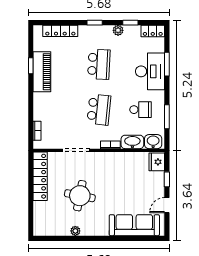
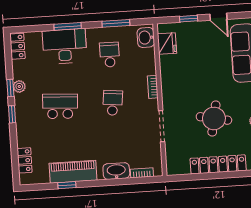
window: (130, 23) -> (10, 88), moved
locker: (60, 31) -> (25, 160), width x0.66
window: (167, 64) -> (68, 26), moved
school desk: (99, 110) -> (113, 103), width x0.54
washbasin: (132, 142) -> (116, 171), moved, turned 90
fridge: (157, 162) -> (167, 43), moved, turned -90
locker: (40, 176) -> (218, 164), moved

